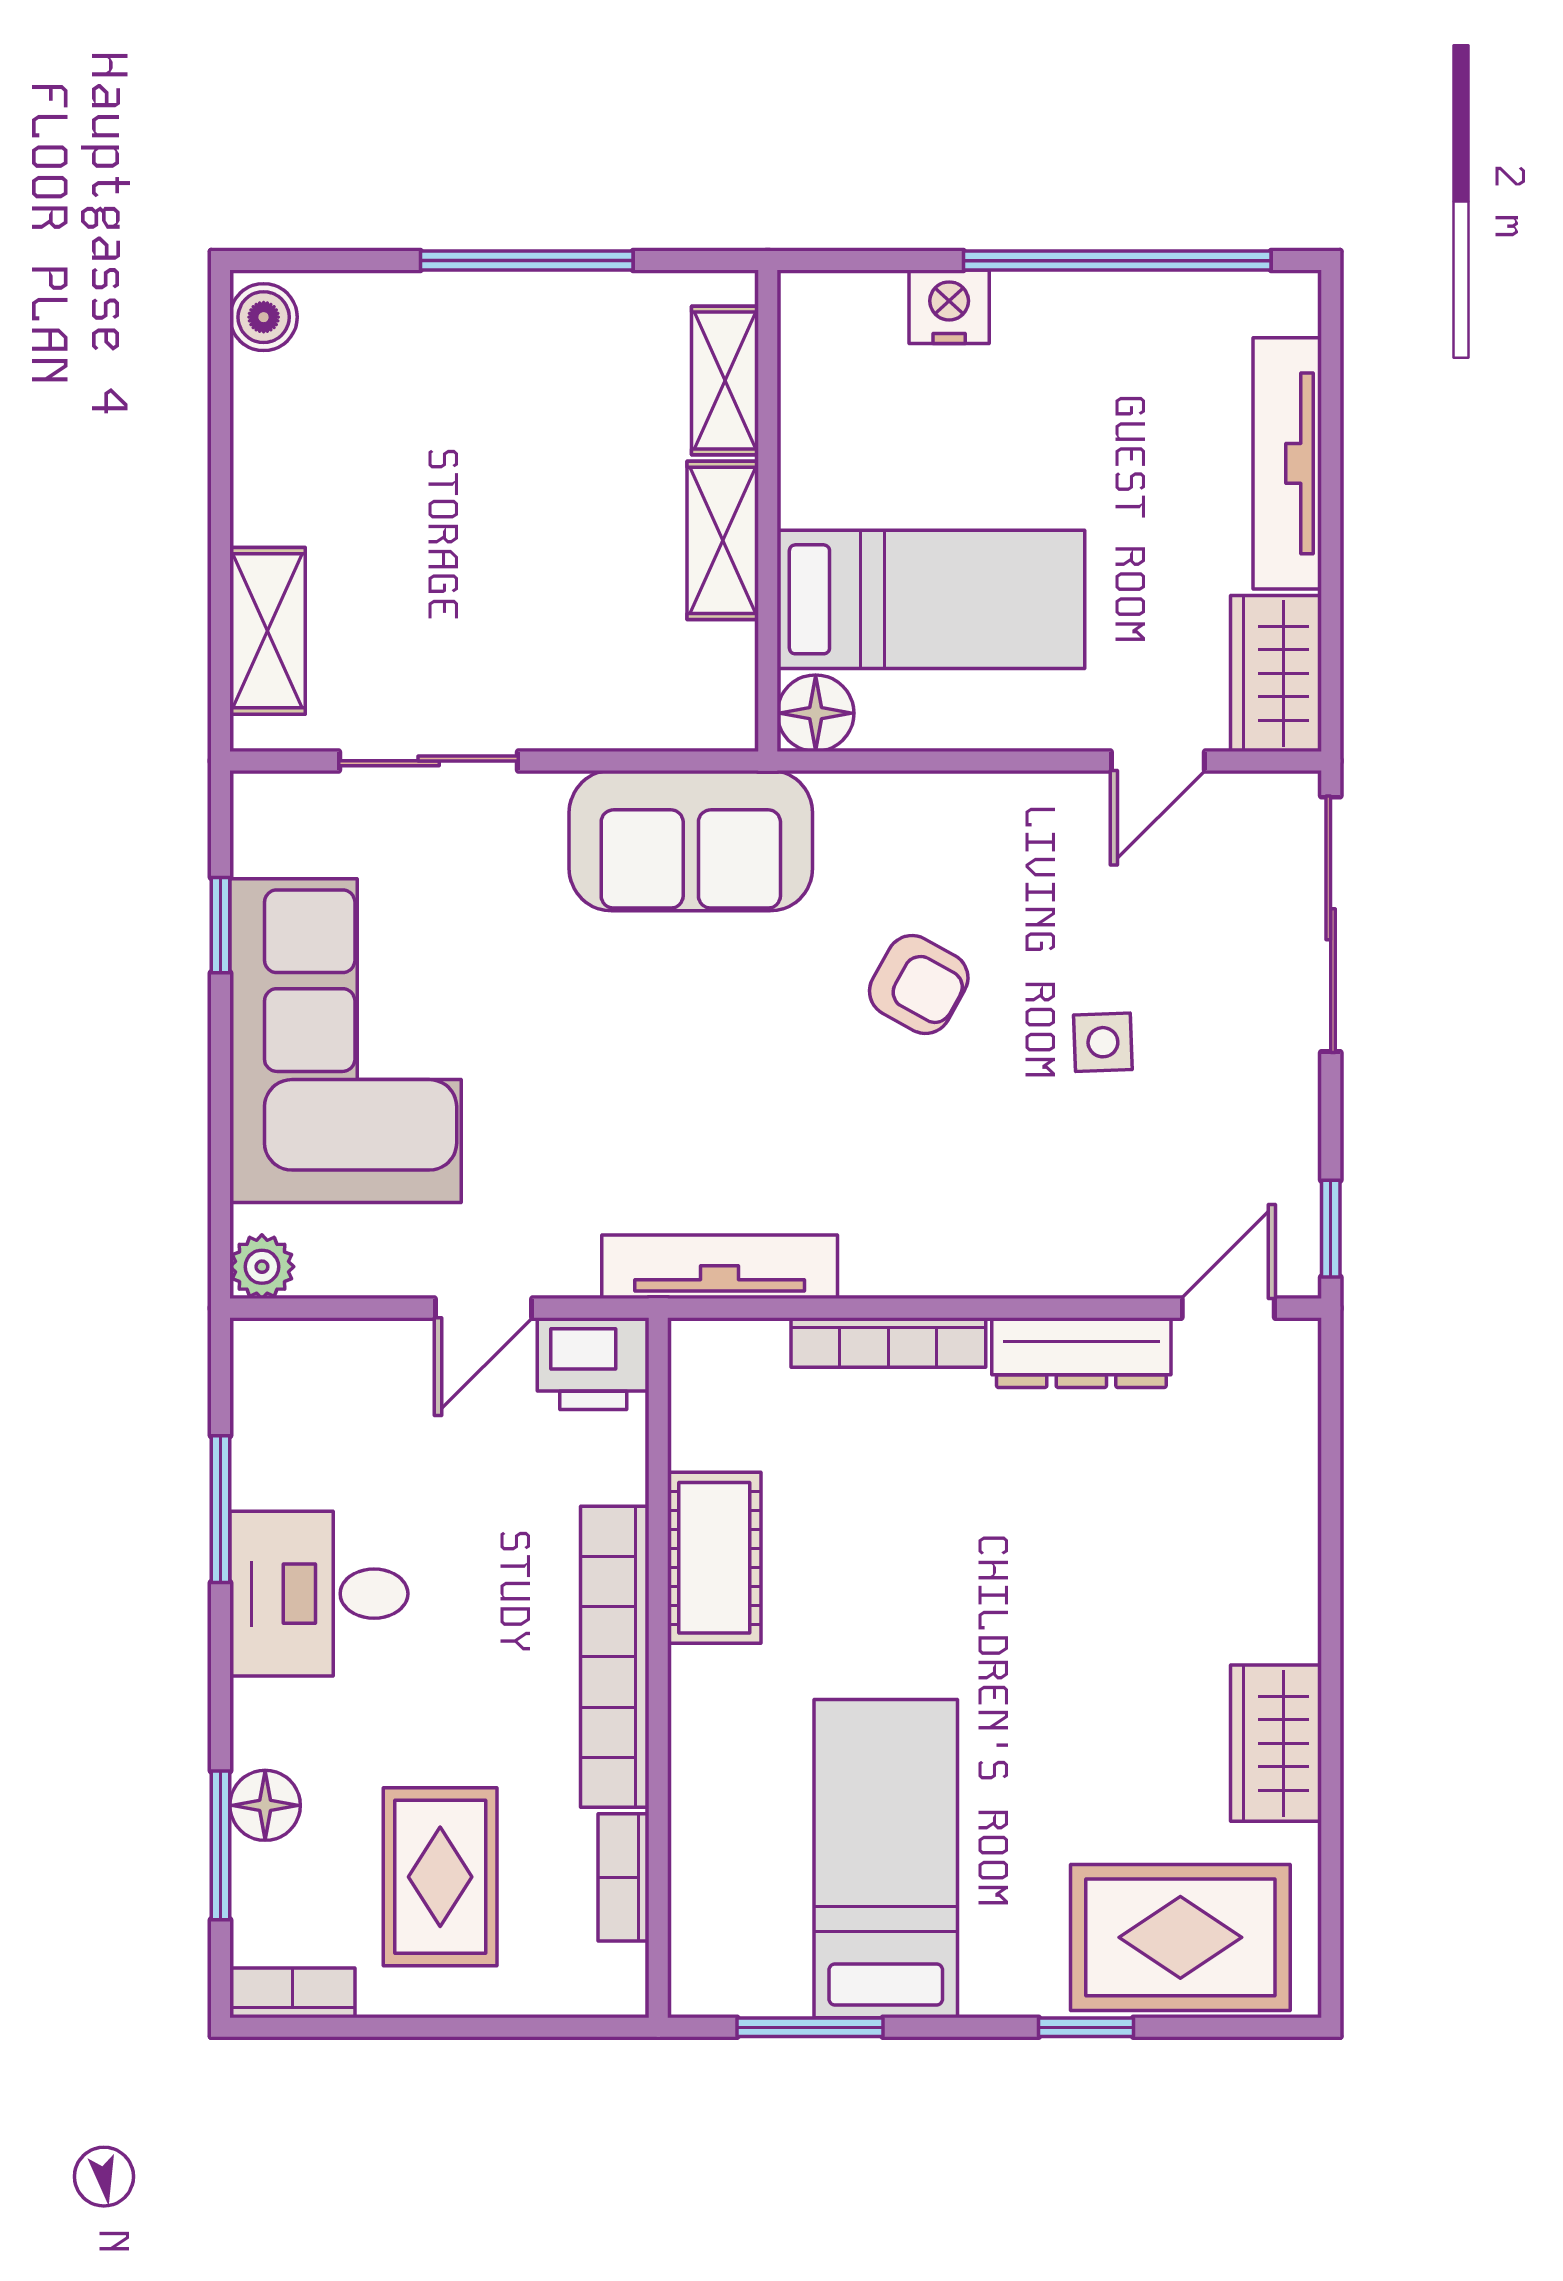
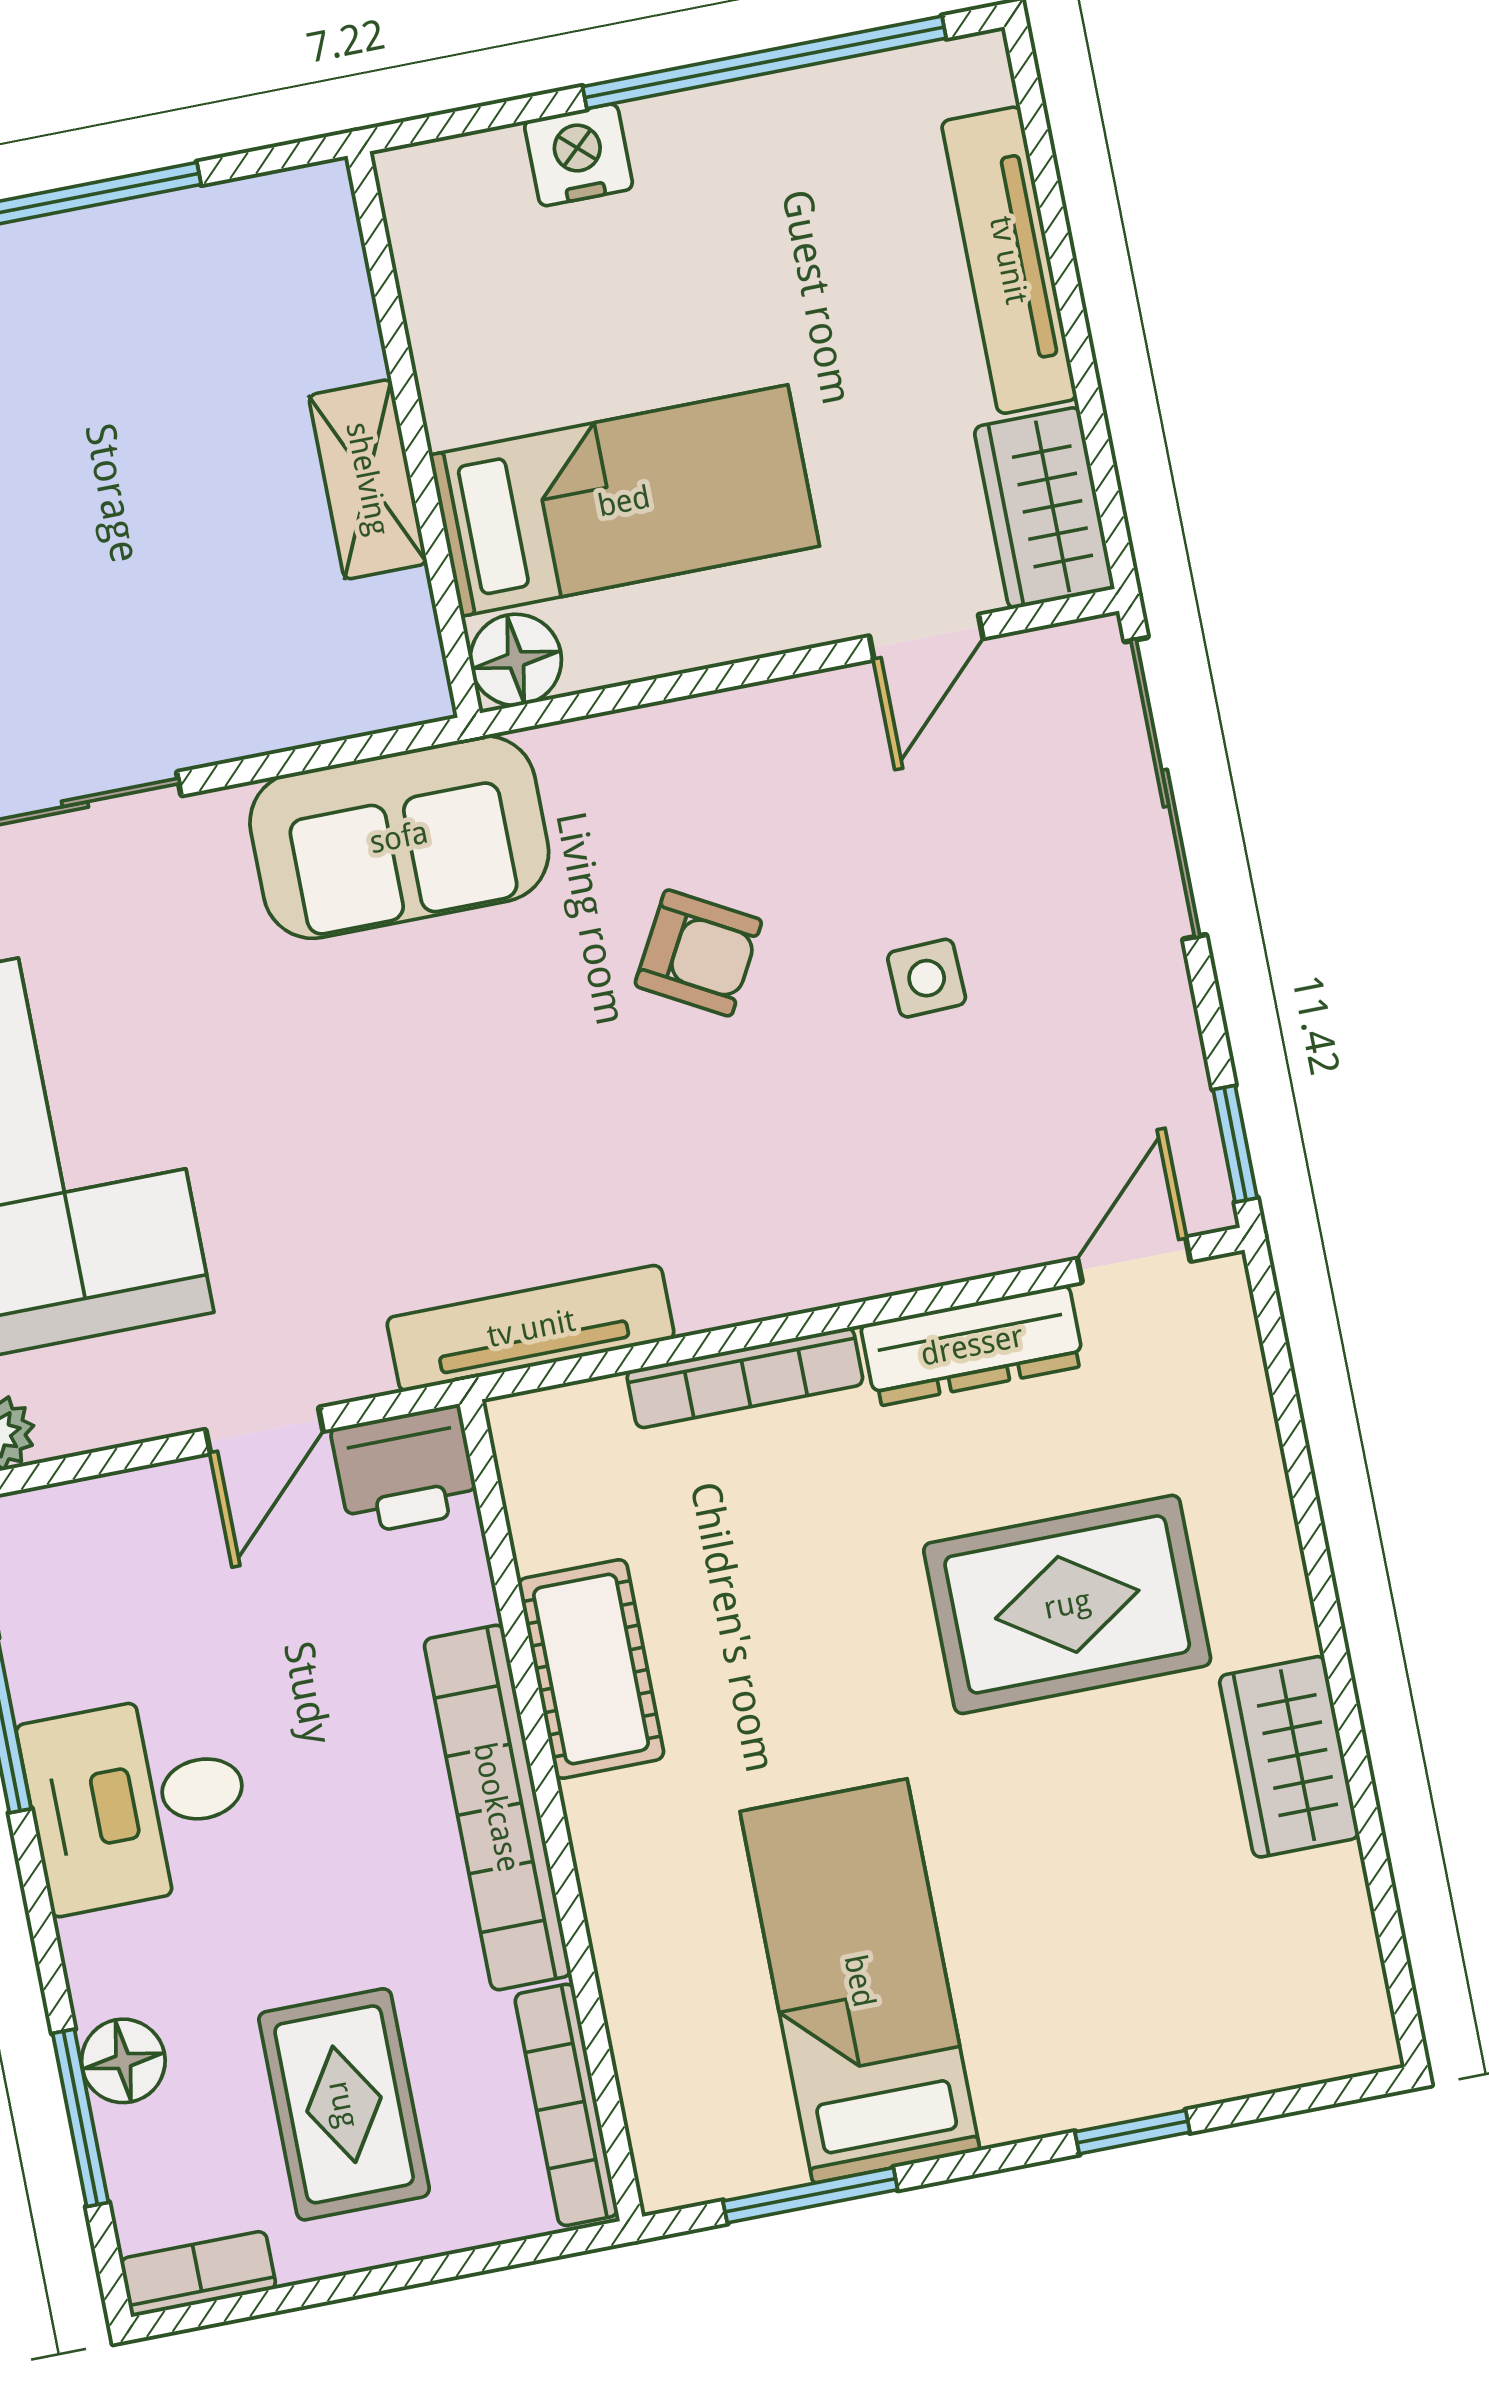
shelving: (725, 381) -> (334, 292), removed
bookcase: (623, 1877) -> (566, 2105), width x1.56
rug: (1180, 1937) -> (1067, 1604), moved

